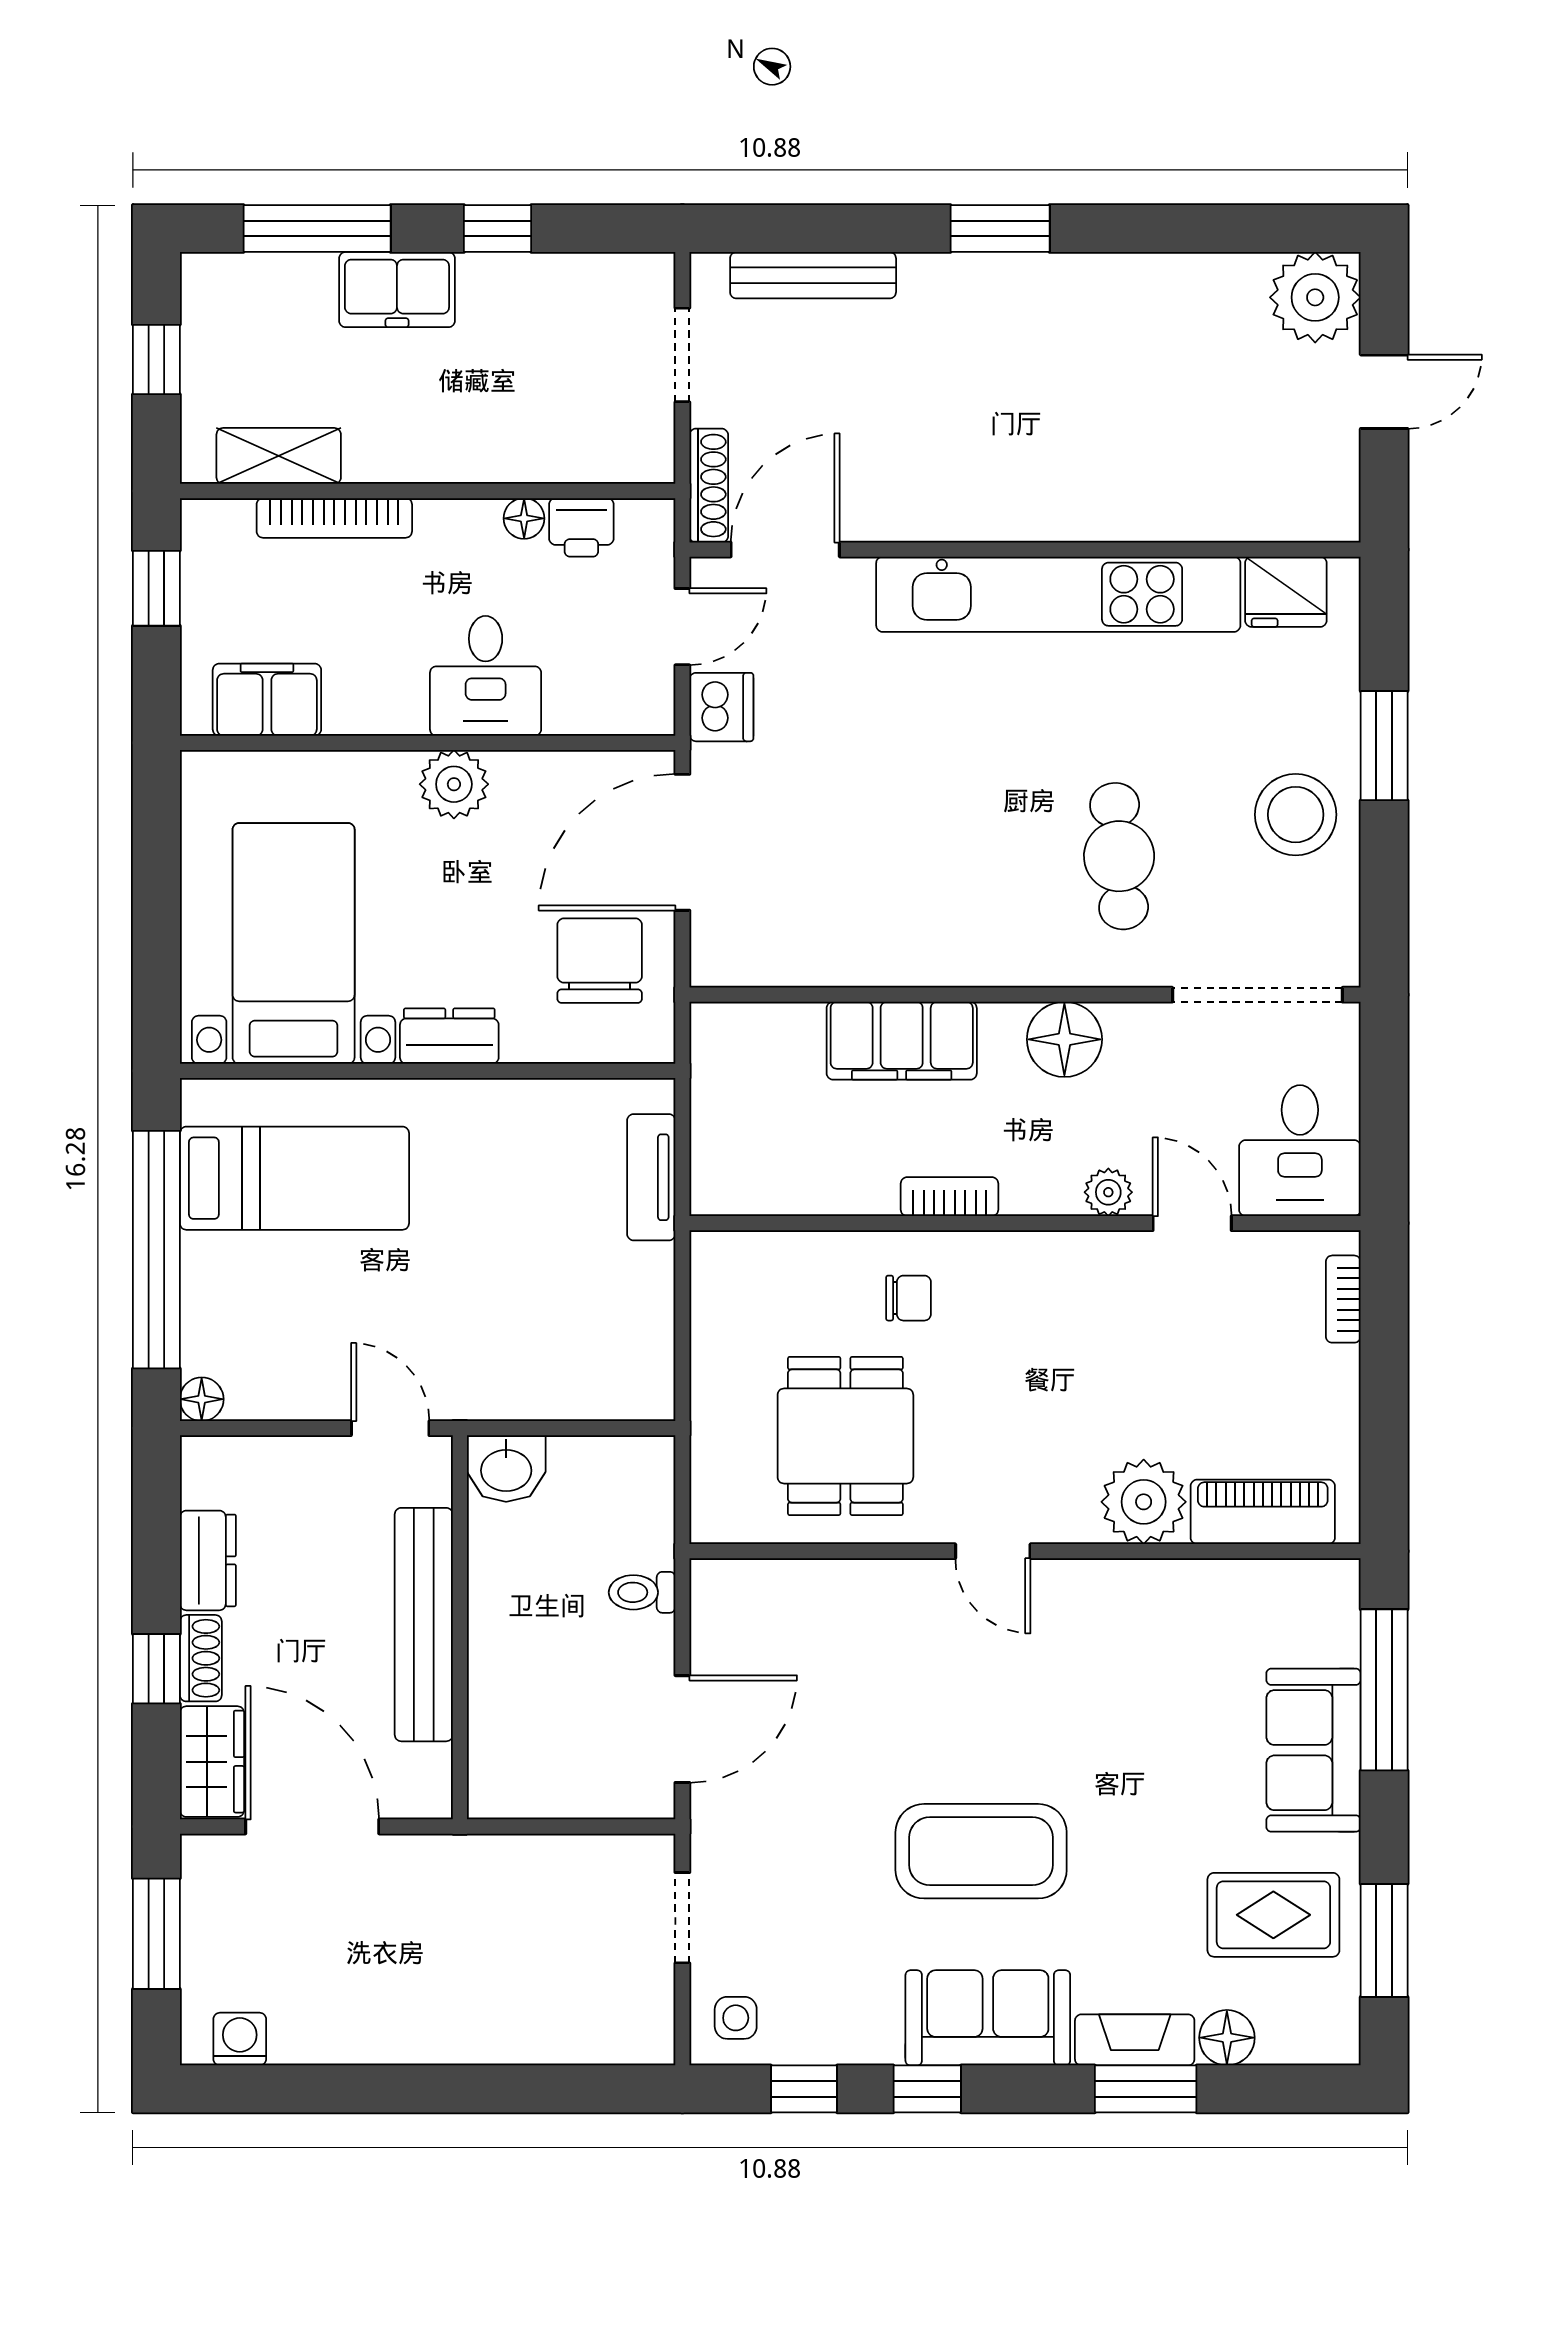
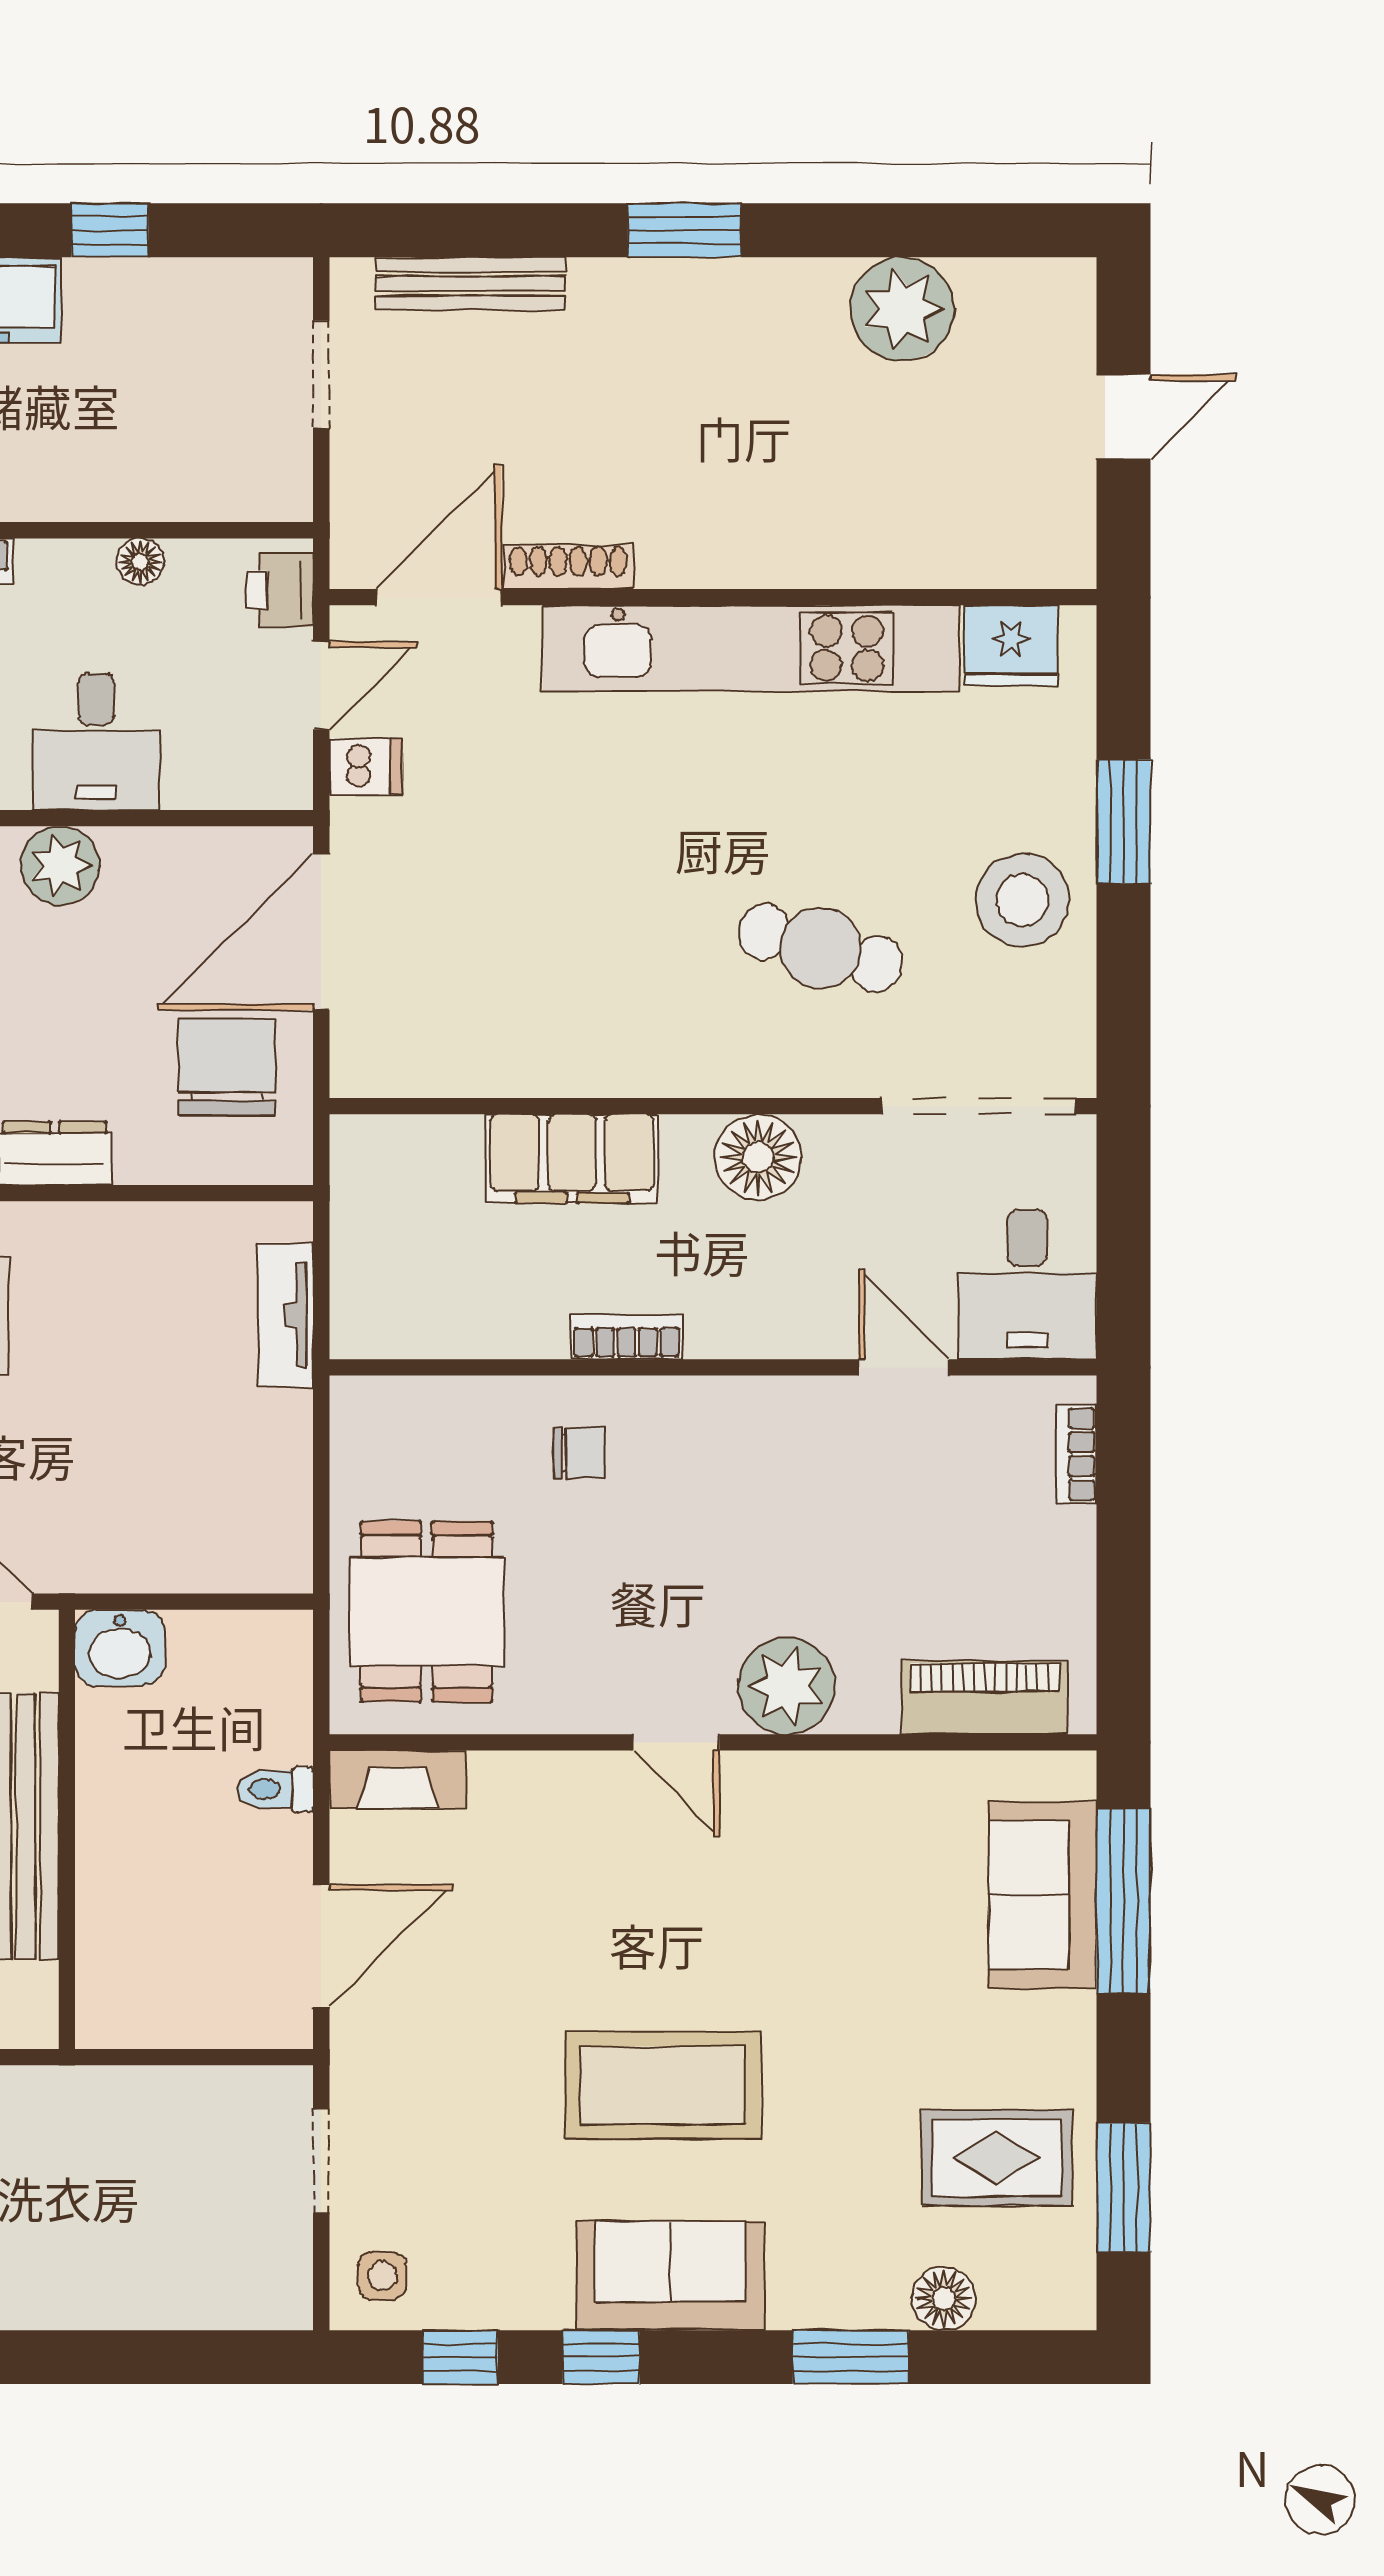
plant: (1315, 297) -> (902, 309), moved
shoe rack: (709, 486) -> (568, 567), moved, turned -90
printer: (581, 527) -> (280, 590), moved, turned 90
dishwasher: (721, 707) -> (366, 767), width x0.73
cafe table: (1119, 856) -> (820, 948), turned -69
plant: (1108, 1192) -> (808, 1332), removed
dining table: (845, 1436) -> (427, 1611), moved
plant: (1144, 1502) -> (786, 1686), moved
sofa: (1314, 1750) -> (1043, 1895), moved
fireplace: (1135, 2040) -> (398, 1780), moved, turned 180

